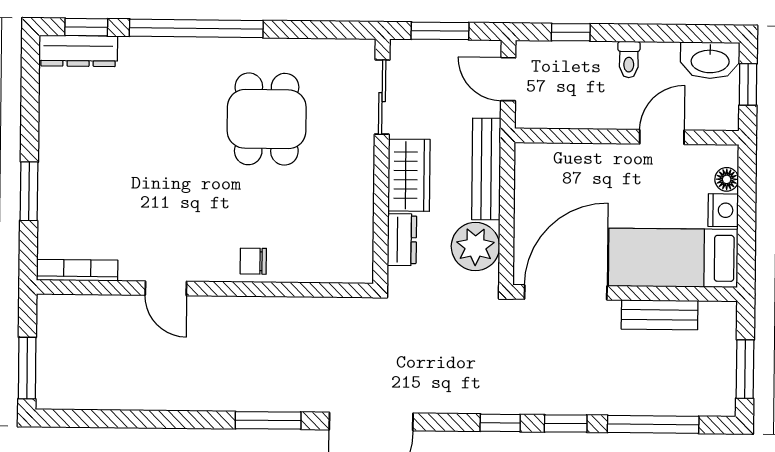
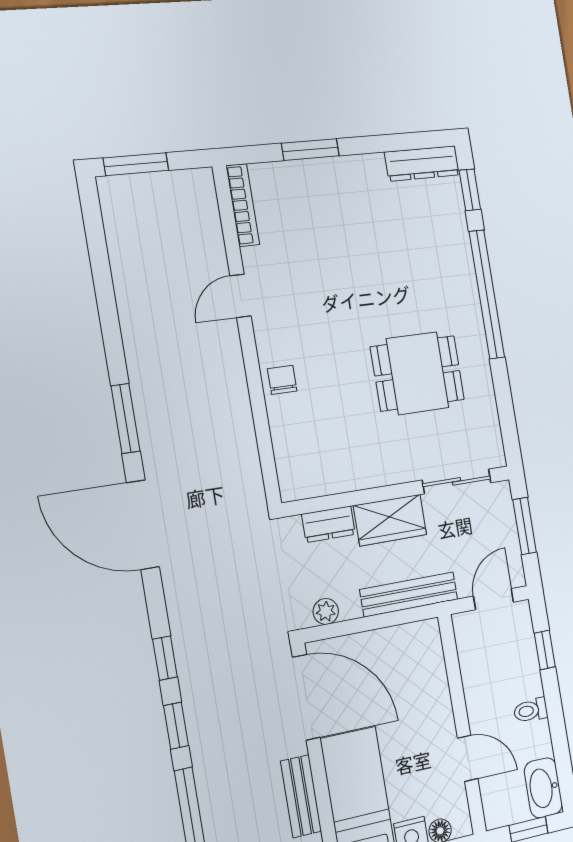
dresser: (78, 51) -> (422, 163), moved, turned -90
plant: (475, 246) -> (326, 611), width x0.53, depth x0.53

